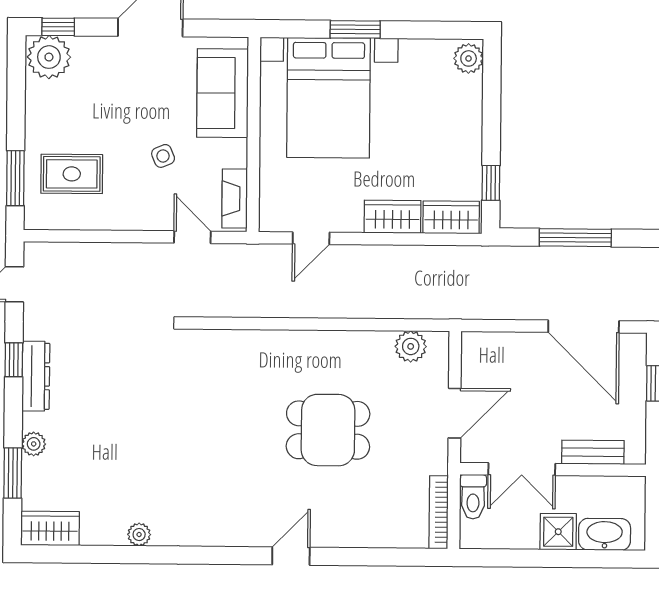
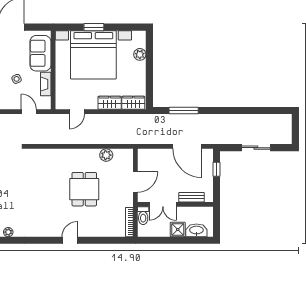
plant: (469, 58) -> (140, 54), moved
bed with nightstands: (329, 98) -> (93, 55), width x1.36
window: (491, 183) -> (149, 89), removed
fireplace: (235, 199) -> (46, 84), moved
plant: (411, 346) -> (106, 155), moved
dining table: (328, 430) -> (84, 189), turned 90

